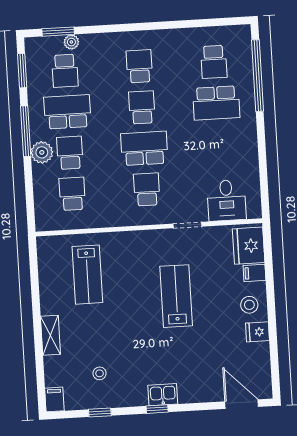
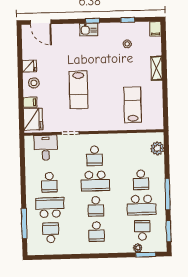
window: (257, 76) -> (24, 223), width x0.68
plant: (42, 152) -> (157, 148), moved
school desk: (72, 194) -> (49, 182), moved

